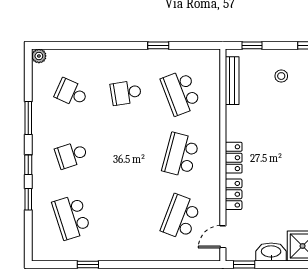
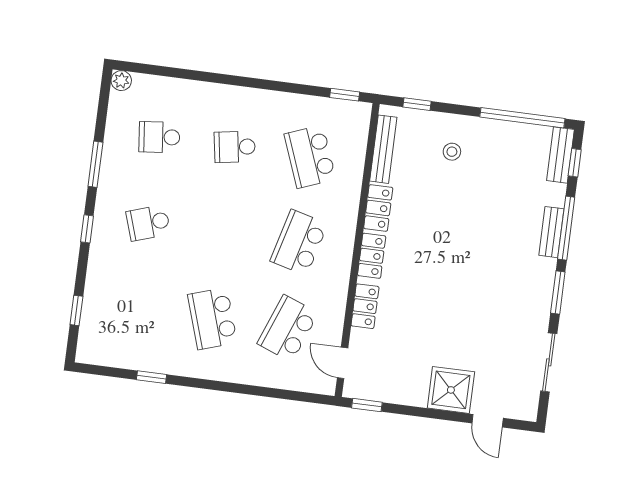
window: (158, 45) -> (345, 95), moved
school desk: (71, 93) -> (159, 137), turned -30
locker: (234, 123) -> (378, 208), added
window: (28, 199) -> (76, 310), moved
school desk: (71, 217) -> (212, 319), moved
door: (223, 237) -> (343, 363), hinge flipped
washbasin: (271, 252) -> (406, 393), removed

